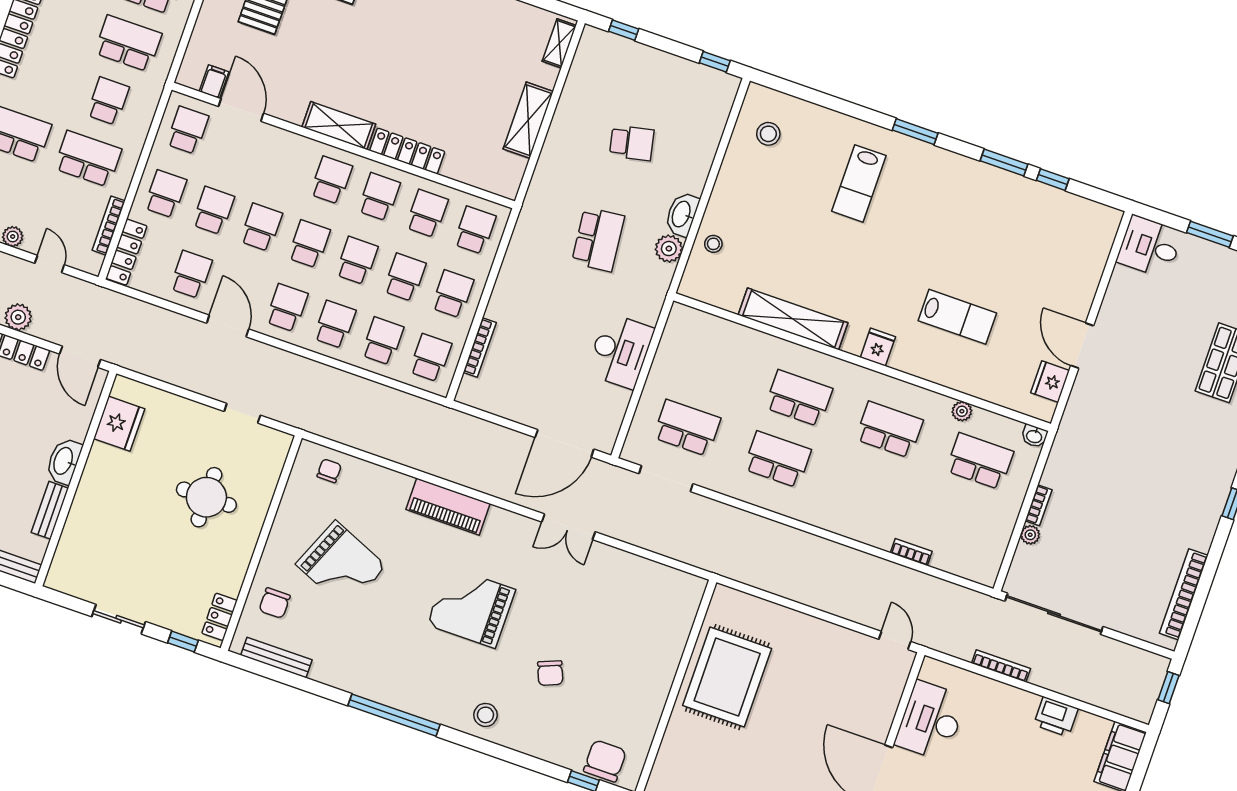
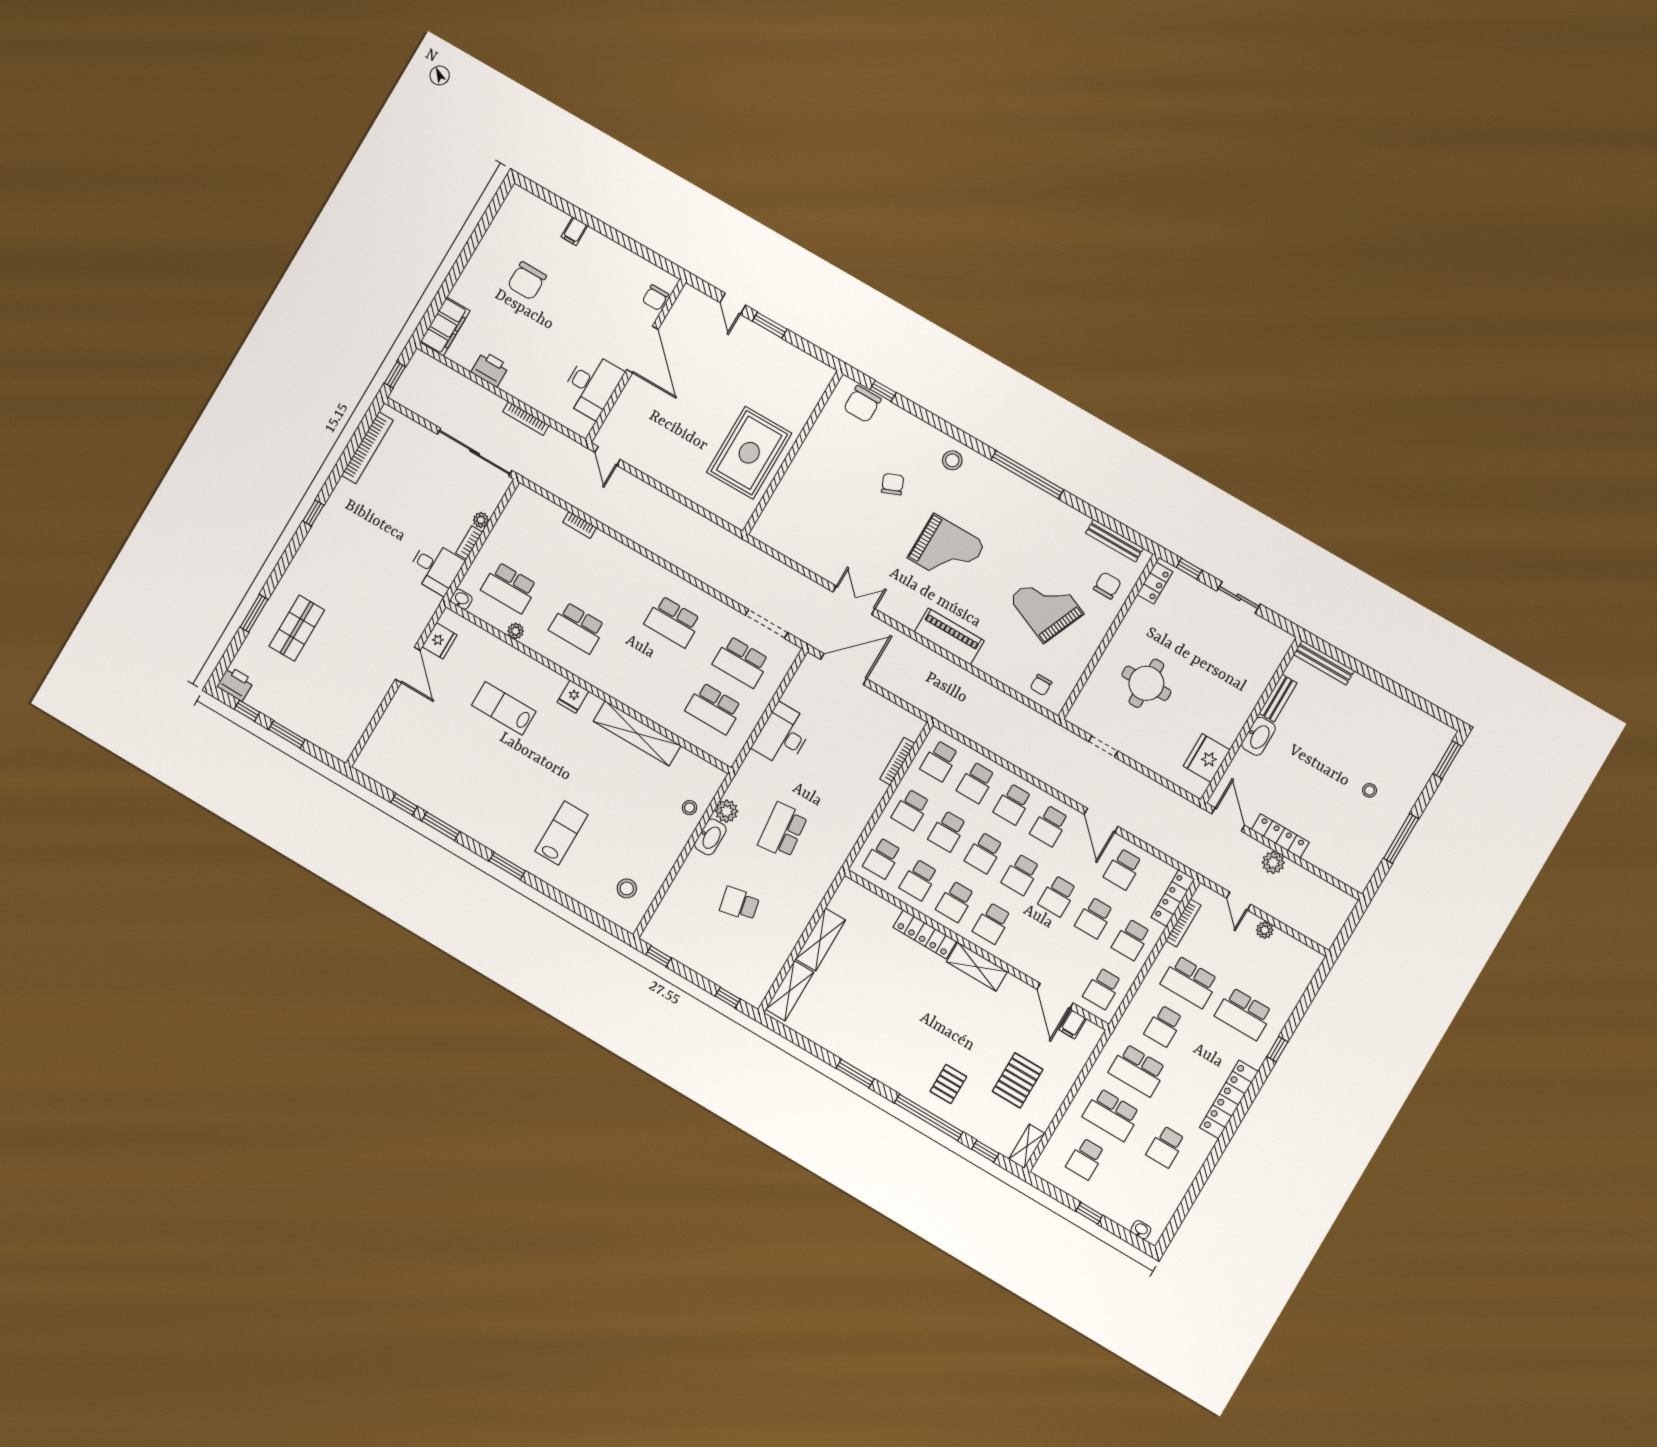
shelving: (559, 43) -> (790, 991), width x1.50, depth x1.33
desk: (1150, 247) -> (436, 568), moved
school desk: (799, 398) -> (714, 708), moved

